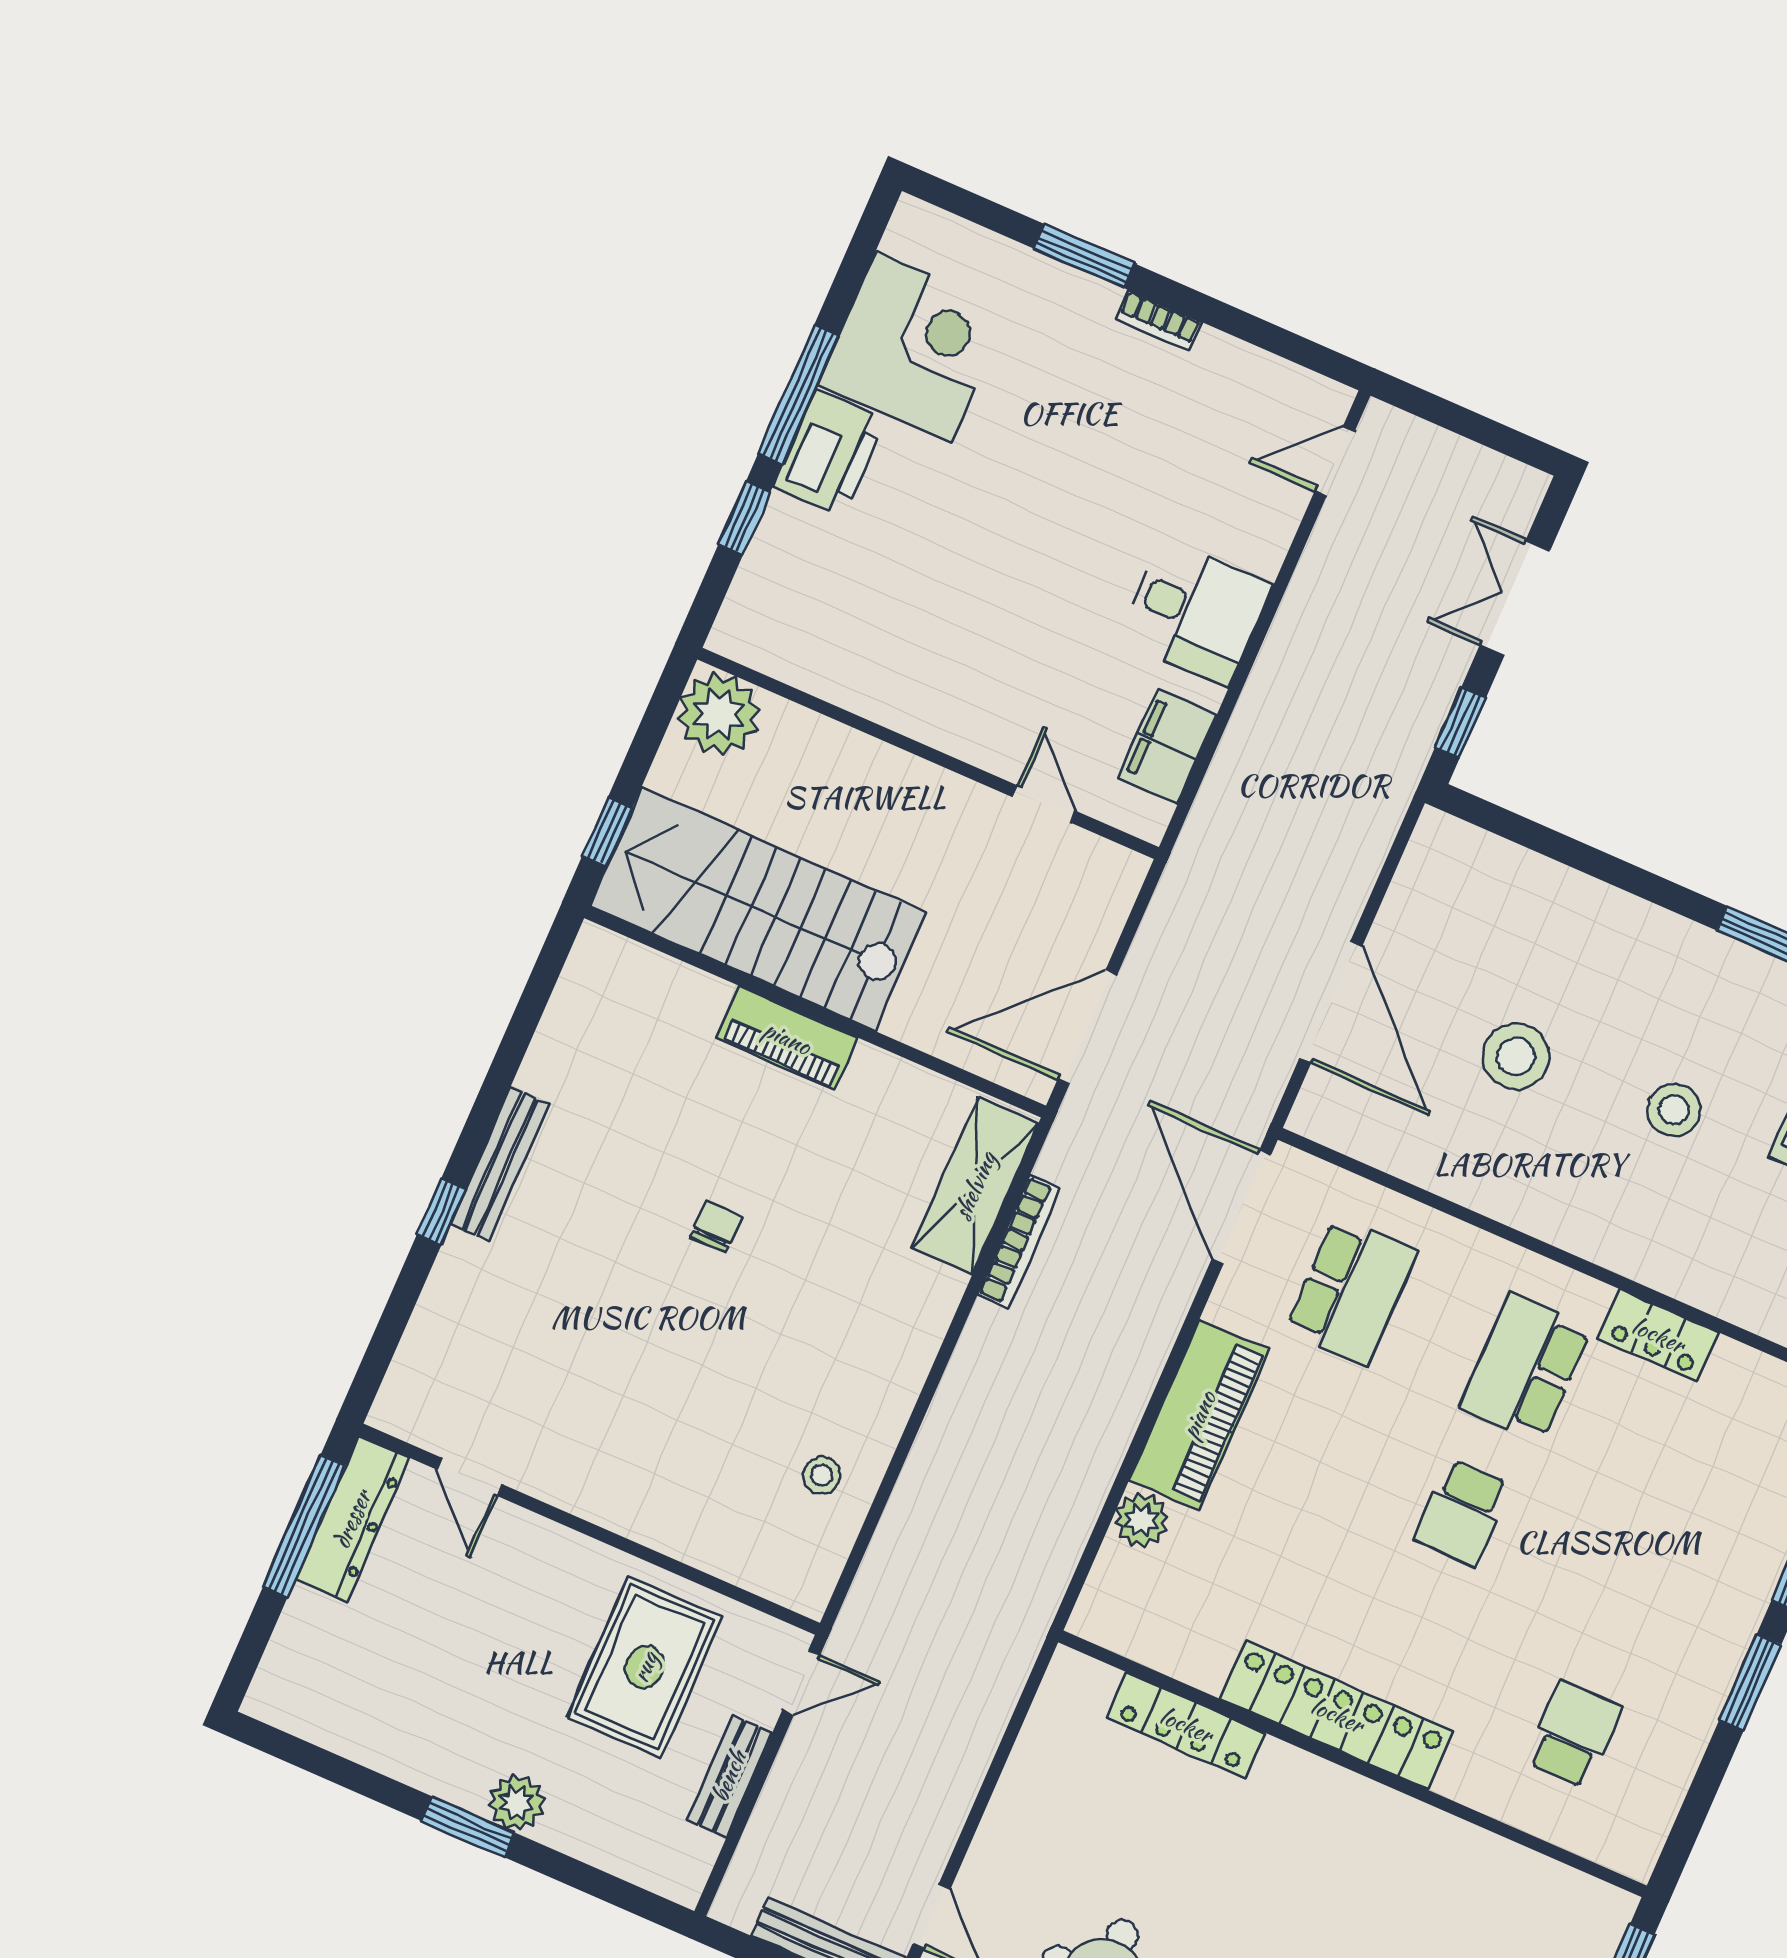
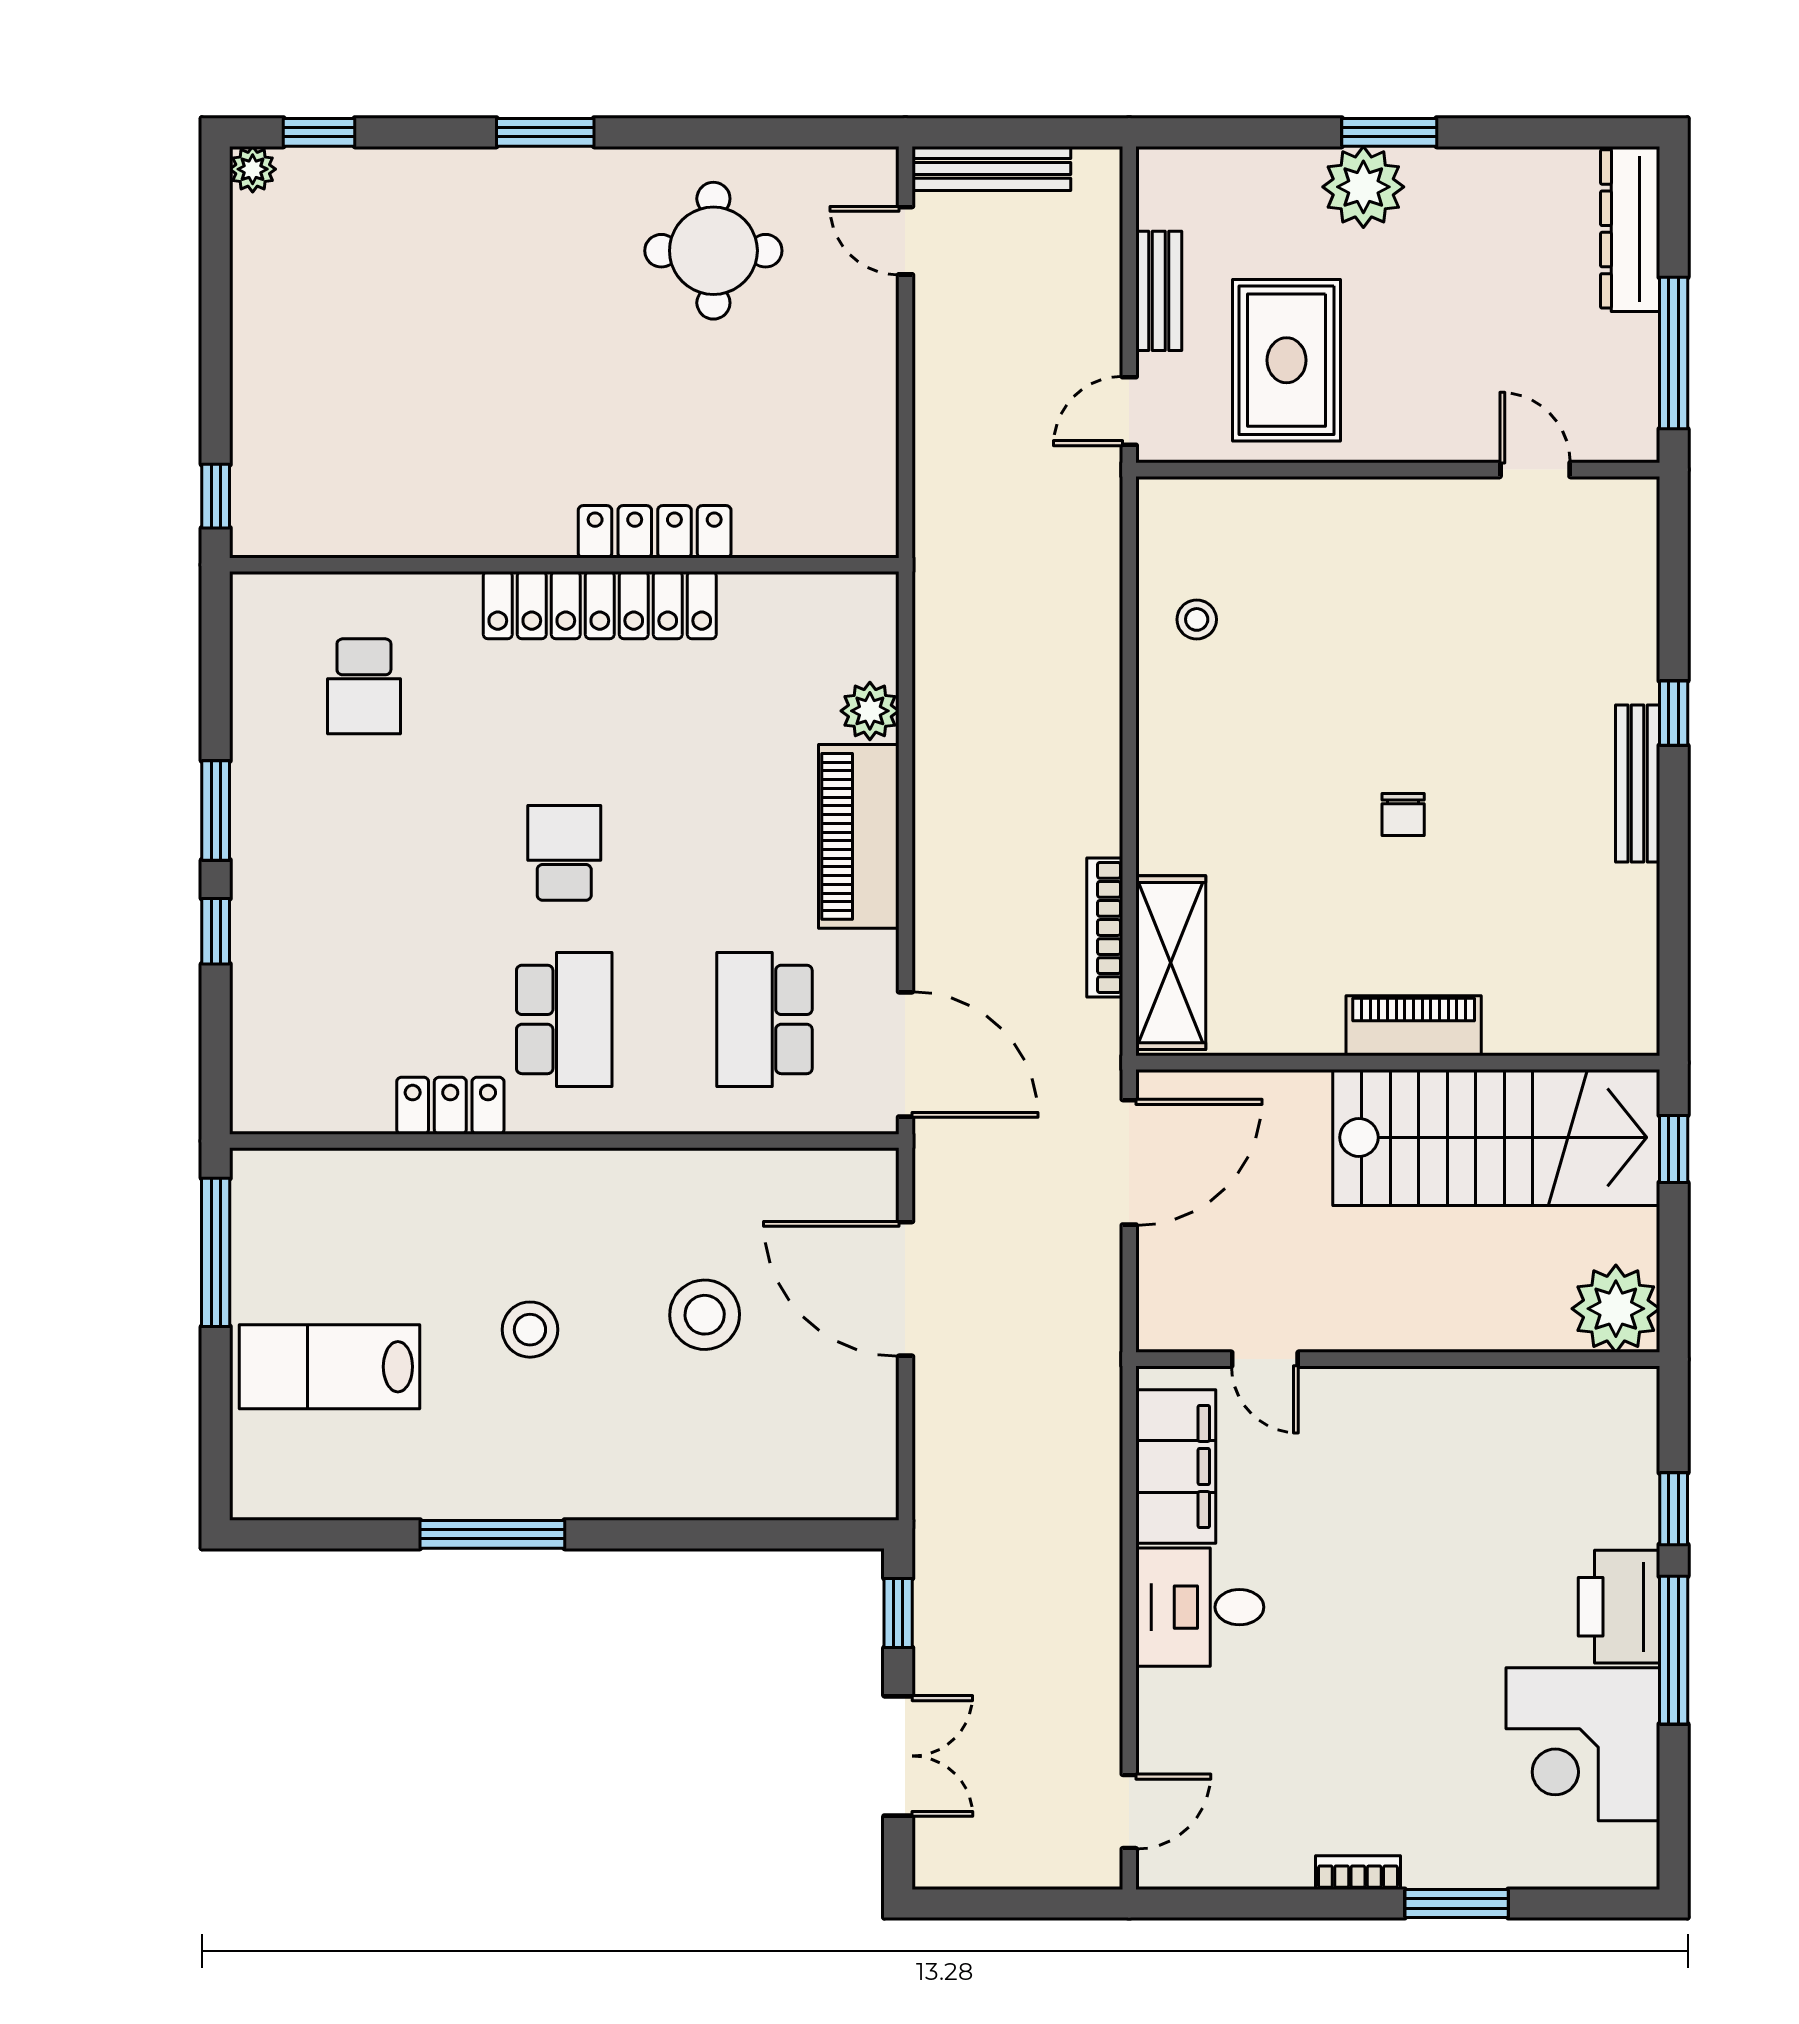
filing cabinet: (1168, 746) -> (1176, 1466), width x1.50, depth x1.17
dresser: (352, 1519) -> (1630, 229), moved
locker: (1186, 1725) -> (655, 532), moved
plant: (517, 1803) -> (1363, 187), width x1.36, depth x1.36

